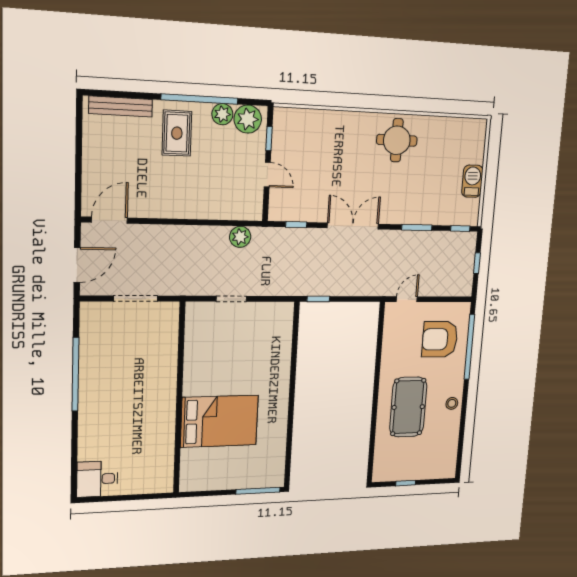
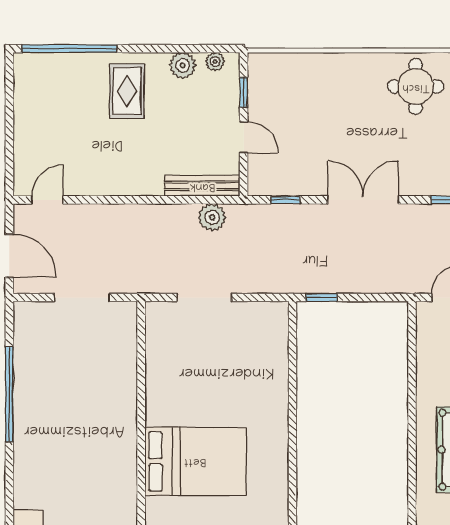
window: (200, 99) -> (69, 49), moved
bench: (121, 106) -> (202, 186), moved
plant: (248, 119) -> (215, 62), width x0.53, depth x0.53
door: (109, 220) -> (47, 200), width x0.73
door: (77, 265) -> (9, 256), hinge flipped
doorway: (231, 299) -> (204, 298), width x1.38

